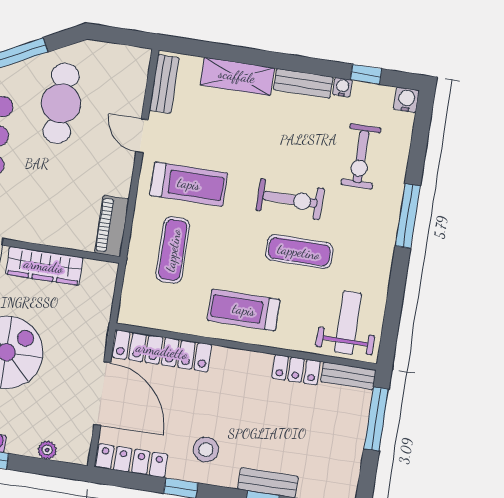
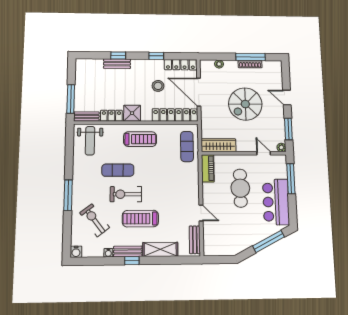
window: (366, 74) -> (132, 261), moved
cafe table: (61, 103) -> (240, 188), moved
exercise bike: (361, 156) -> (95, 220), turned -37
treadmill: (189, 184) -> (140, 219), moved
exercise mat: (173, 250) -> (187, 147), moved
wardrobe: (44, 266) -> (218, 145), moved
shower: (252, 369) -> (132, 113), added
stool: (206, 450) -> (158, 86), moved

